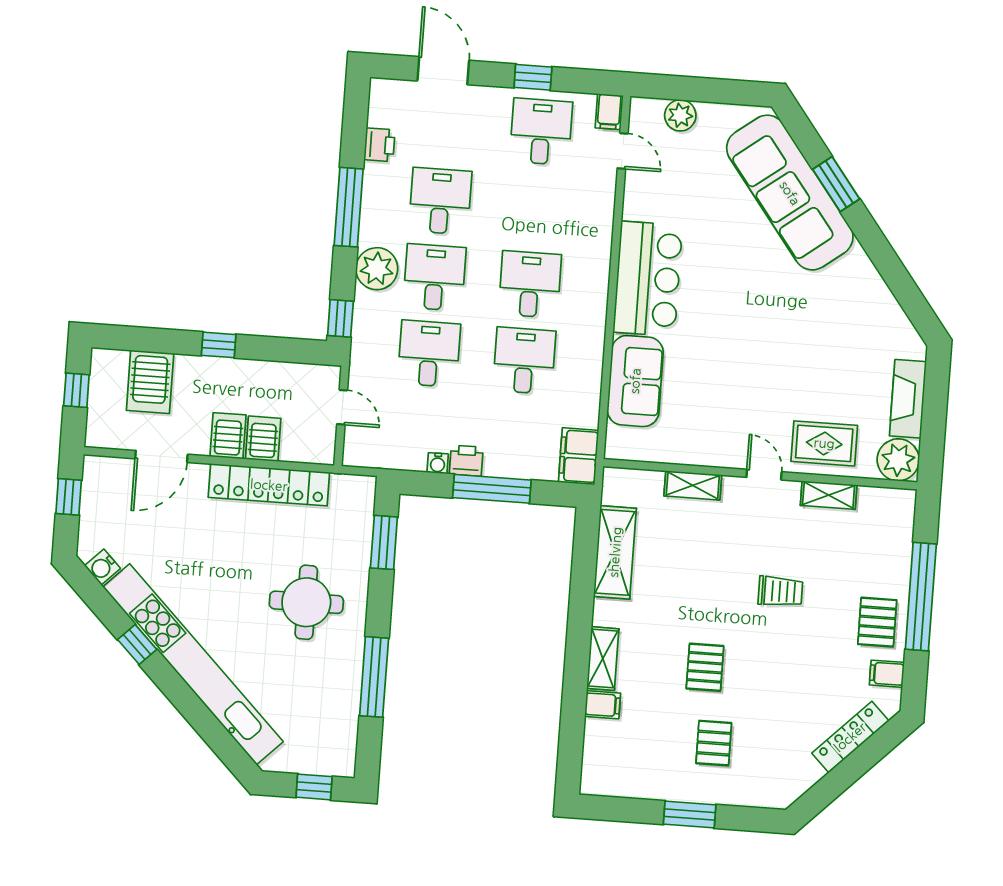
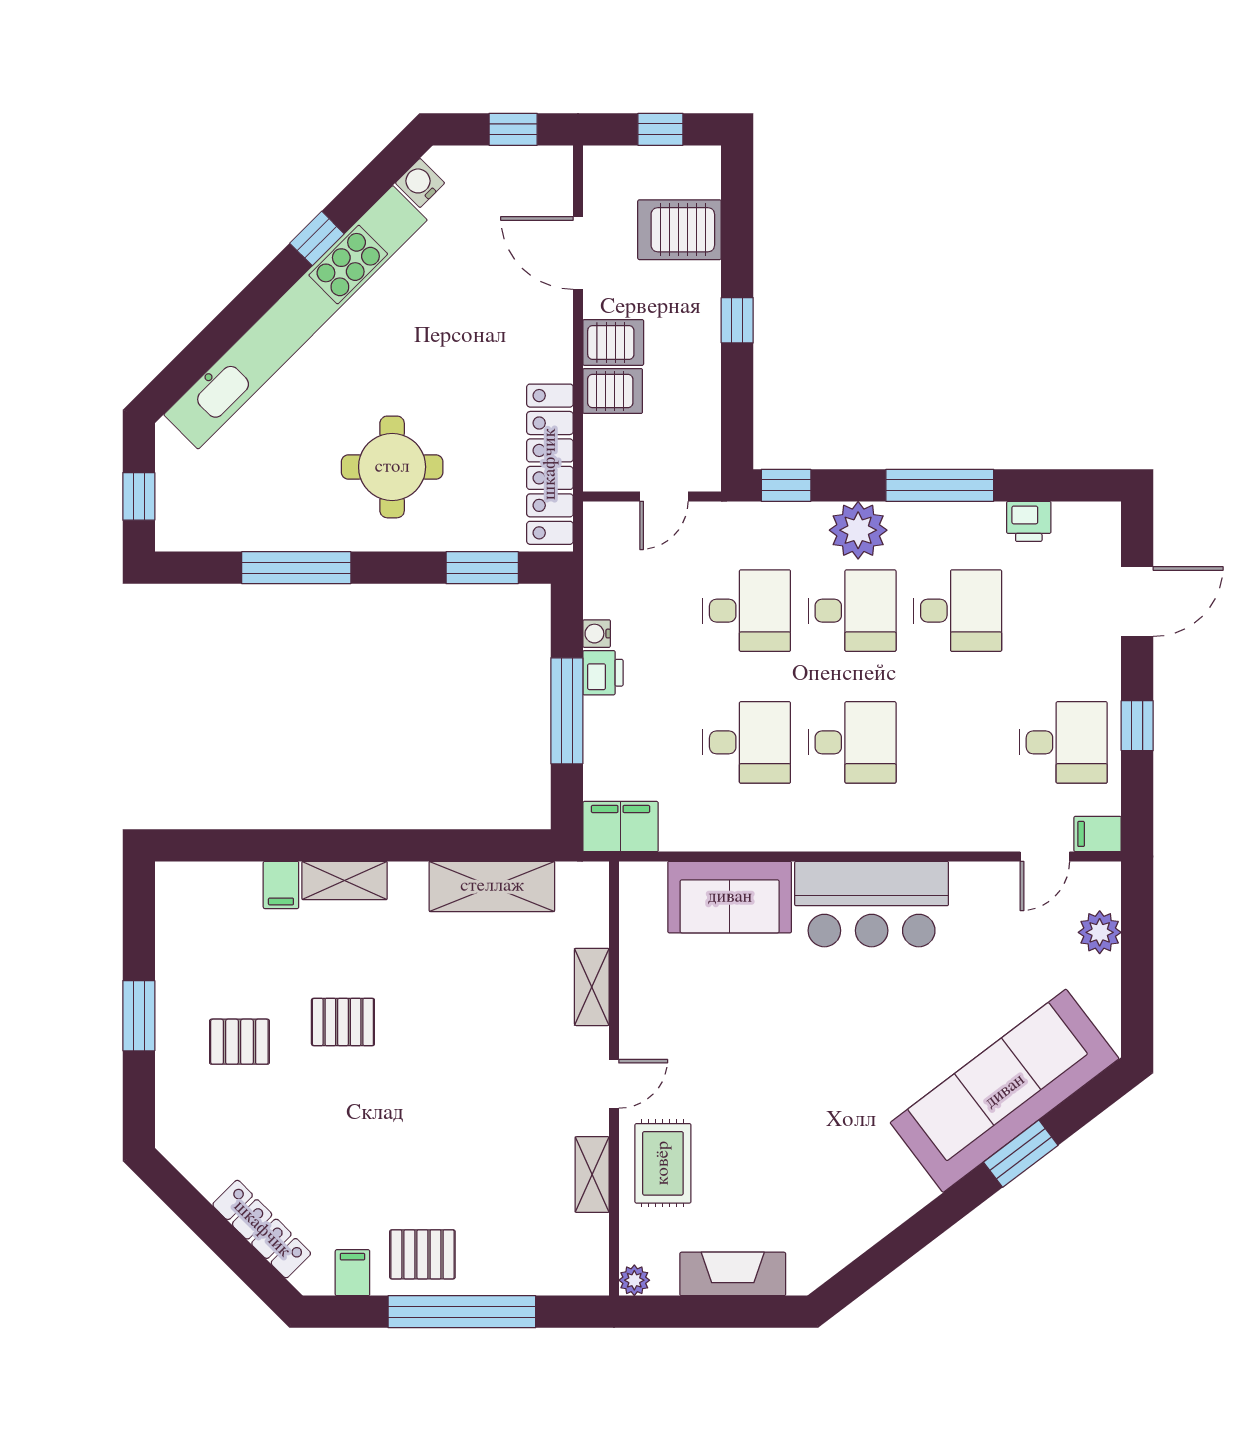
plant: (898, 460) -> (634, 1280), width x0.53, depth x0.53
locker: (269, 485) -> (550, 464), moved
trolley: (780, 591) -> (455, 1118), removed

